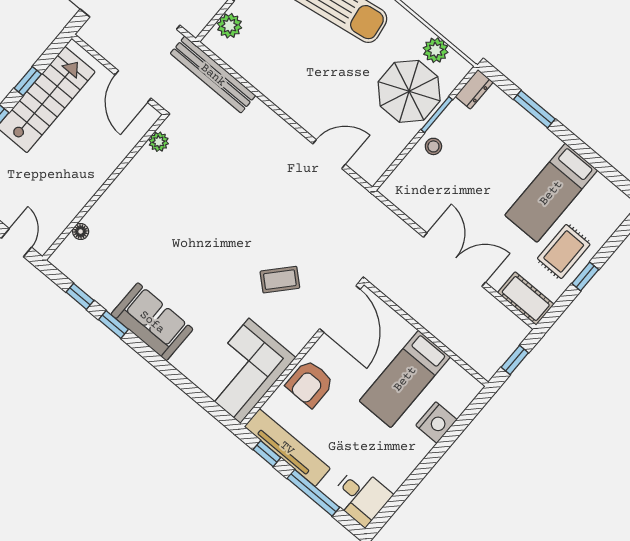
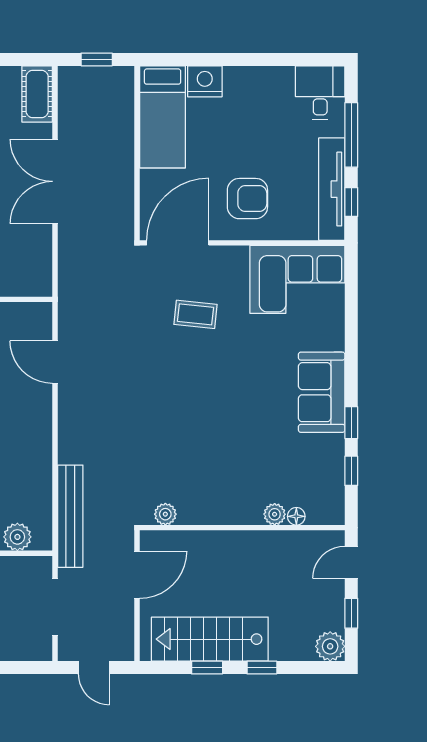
plant: (95, 218) -> (275, 514), added
coffee table: (280, 280) -> (195, 314), turned -36
bed: (405, 379) -> (163, 117), moved, turned 90
armchair: (310, 384) -> (247, 199), moved

